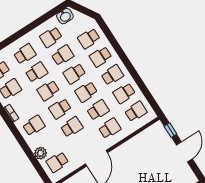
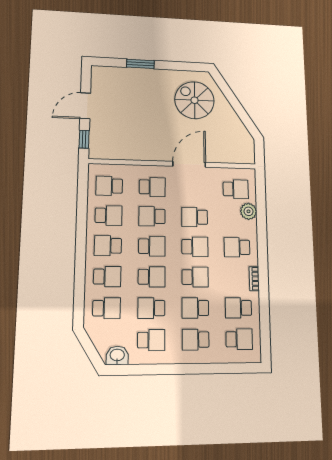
school desk: (110, 128) -> (152, 187), turned 180

